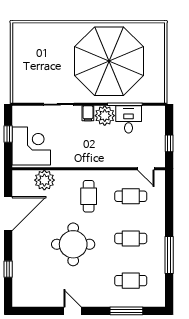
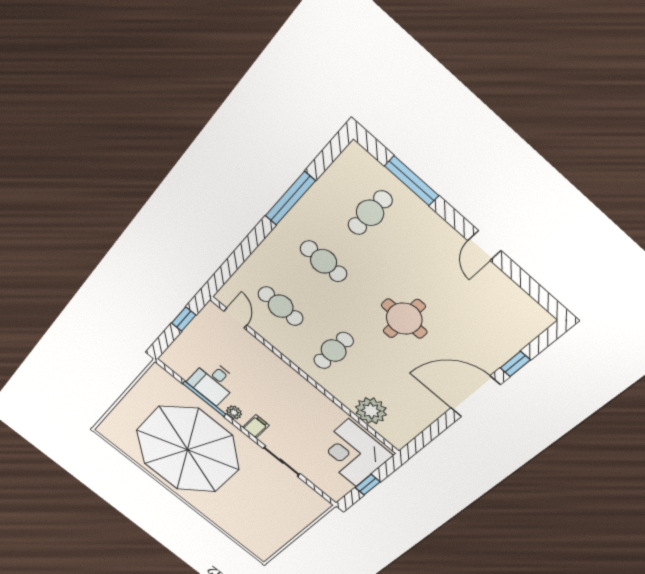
plant: (105, 116) -> (234, 412), width x0.53, depth x0.53
door: (8, 214) -> (475, 396), moved
round table: (73, 244) -> (404, 319), width x0.73, depth x0.73
cafe table: (131, 281) -> (370, 213), turned 90

